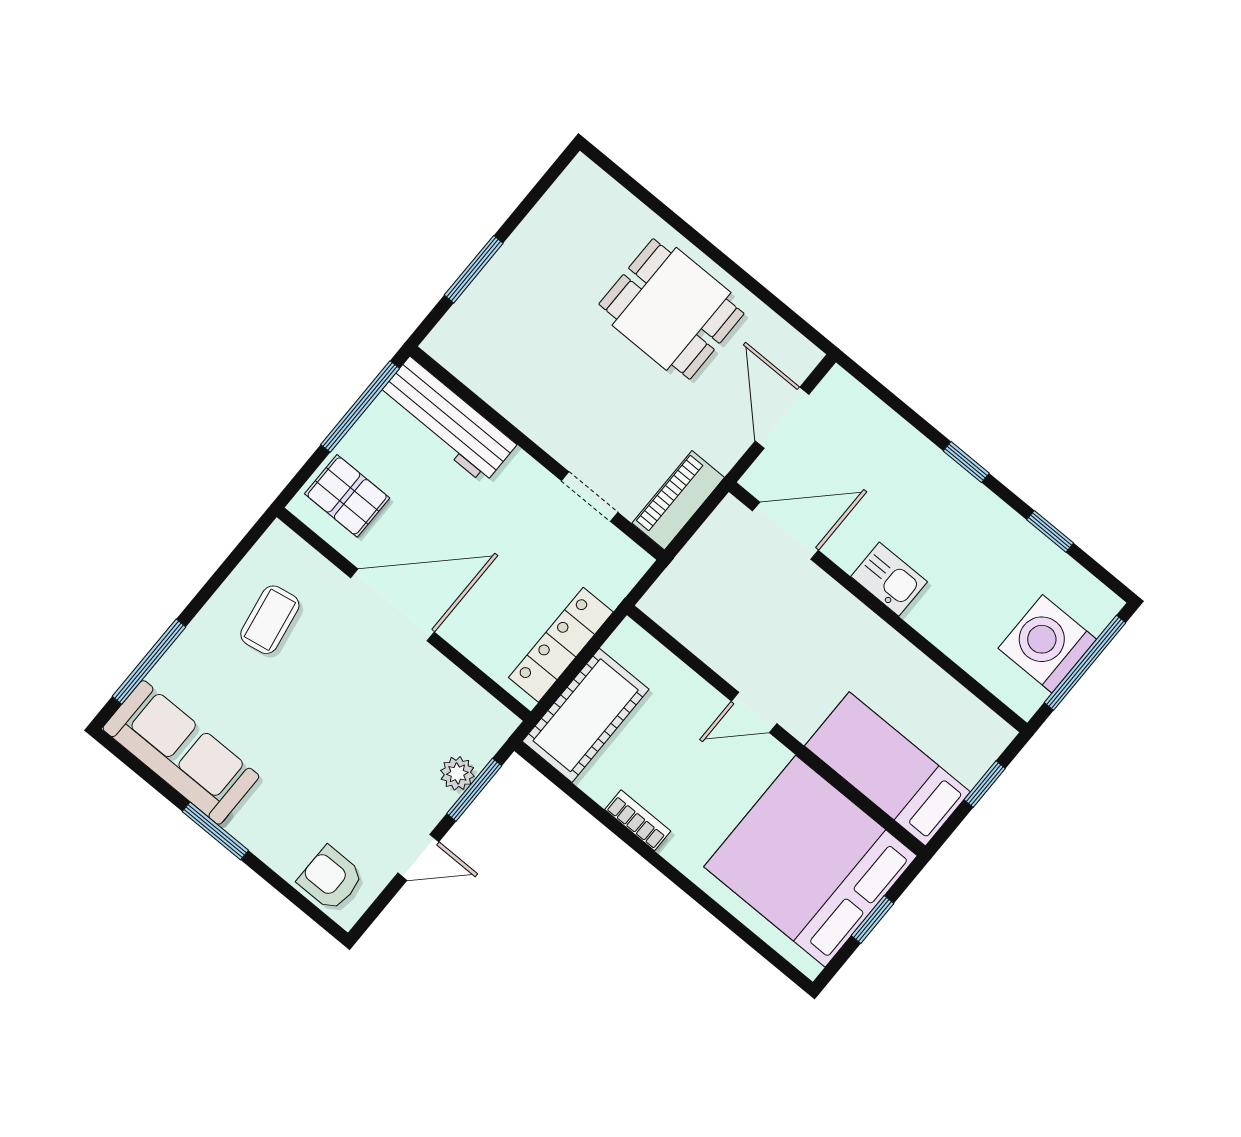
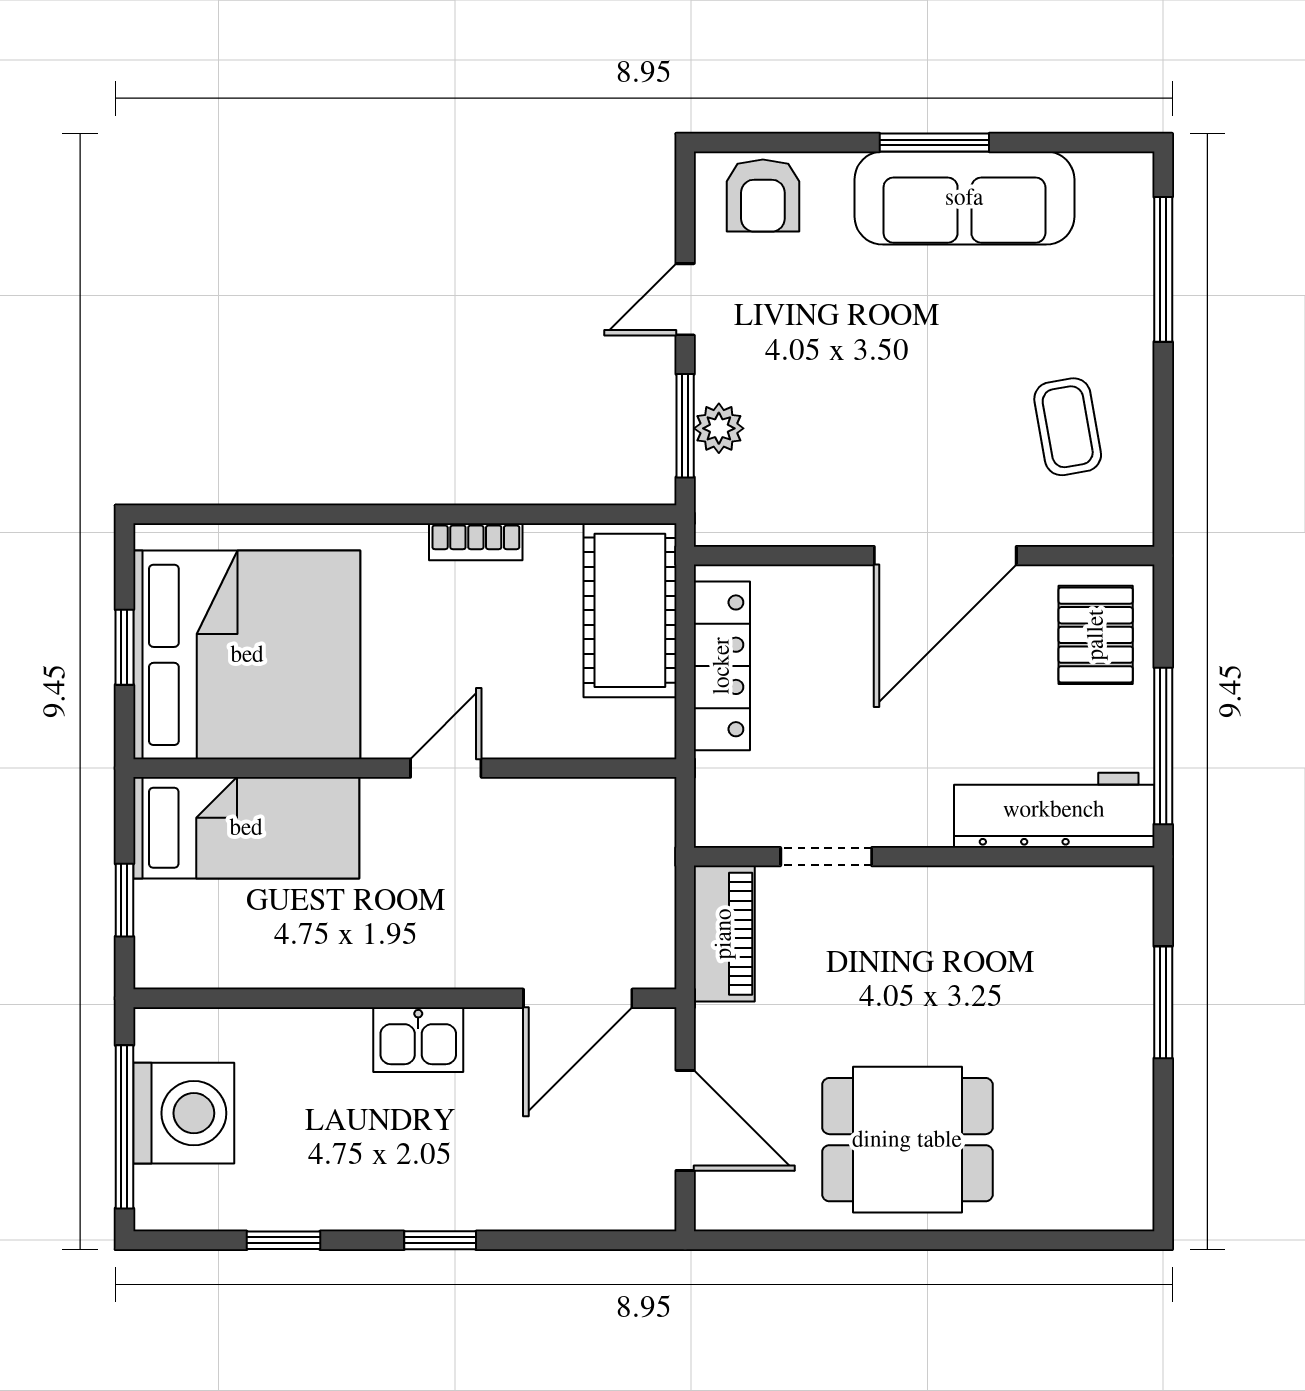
pallet: (347, 496) -> (1096, 635), turned 90
sofa: (181, 752) -> (964, 198), moved
armchair: (331, 878) -> (763, 196), turned 90

